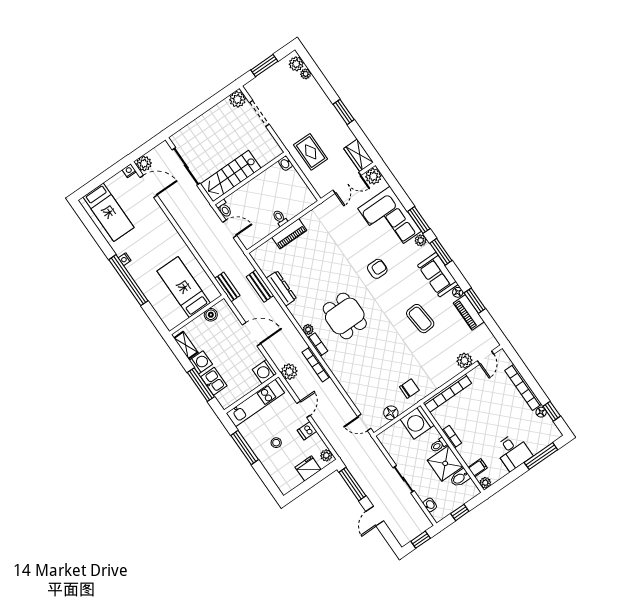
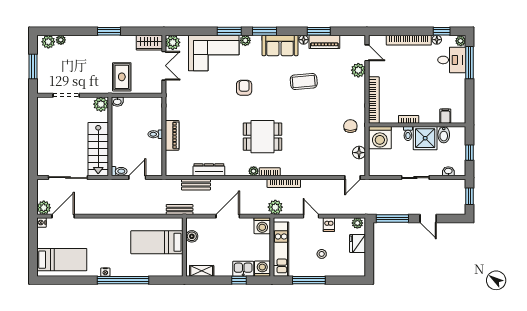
plant: (237, 99) -> (101, 104), moved
rug: (311, 152) -> (122, 77), turned 90
washing machine: (201, 362) -> (262, 269), moved
window: (201, 385) -> (239, 280), width x0.46
desk: (513, 452) -> (452, 60), moved
plant: (485, 483) -> (461, 41), moved

